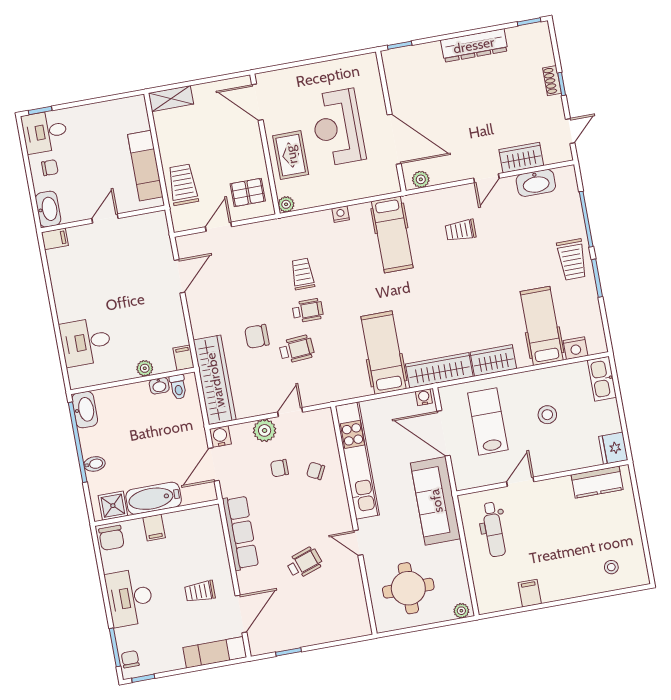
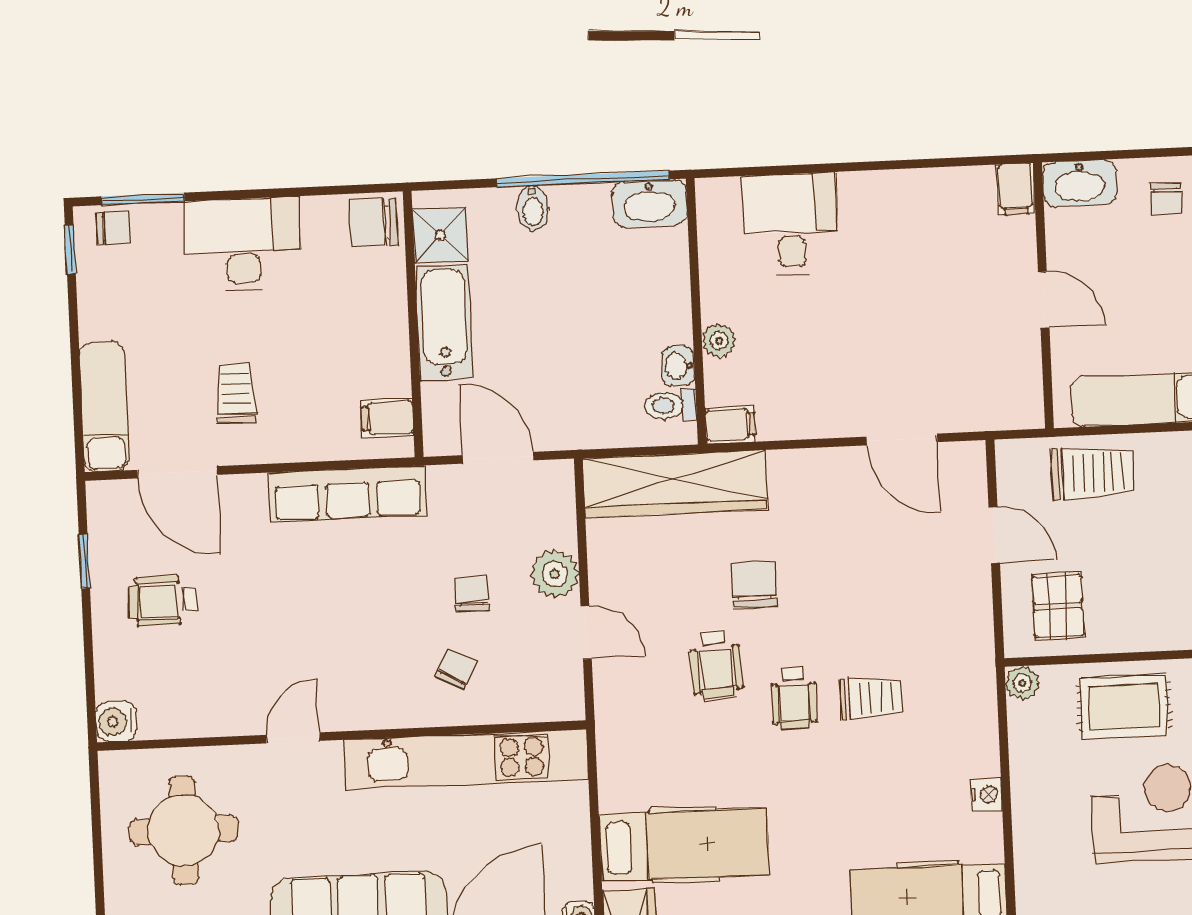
water cooler: (220, 436) -> (116, 722), moved, turned 180
filing cabinet: (154, 528) -> (387, 418), moved
wheelchair: (304, 563) -> (163, 601), moved, turned 109

